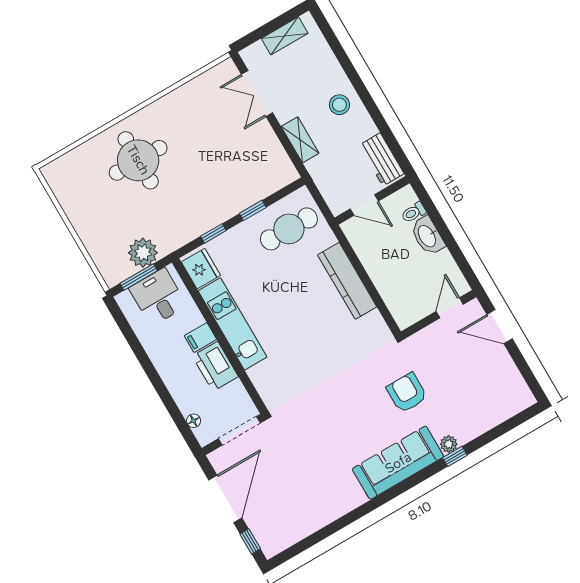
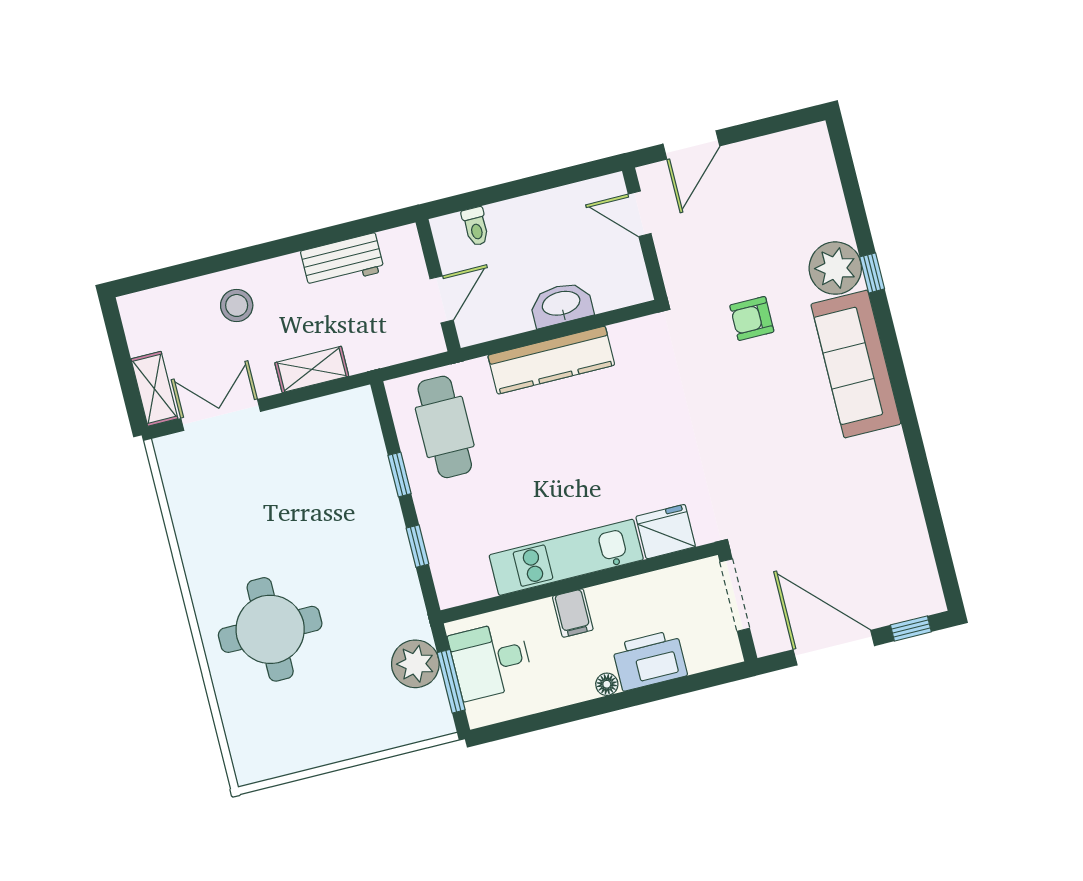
shelving: (285, 36) -> (154, 389), moved
double door: (257, 94) -> (221, 415), swing flipped
stool: (339, 105) -> (237, 305), moved
workbench: (382, 159) -> (342, 261), moved
washbasin: (427, 236) -> (561, 304), moved, turned 180
fridge: (201, 269) -> (666, 532), moved
printer: (215, 366) -> (650, 660), moved, turned 180
armchair: (407, 393) -> (752, 318), width x0.72, depth x0.72
floor lamp: (194, 421) -> (607, 684), moved
plant: (449, 444) -> (835, 268), width x1.88, depth x1.88

